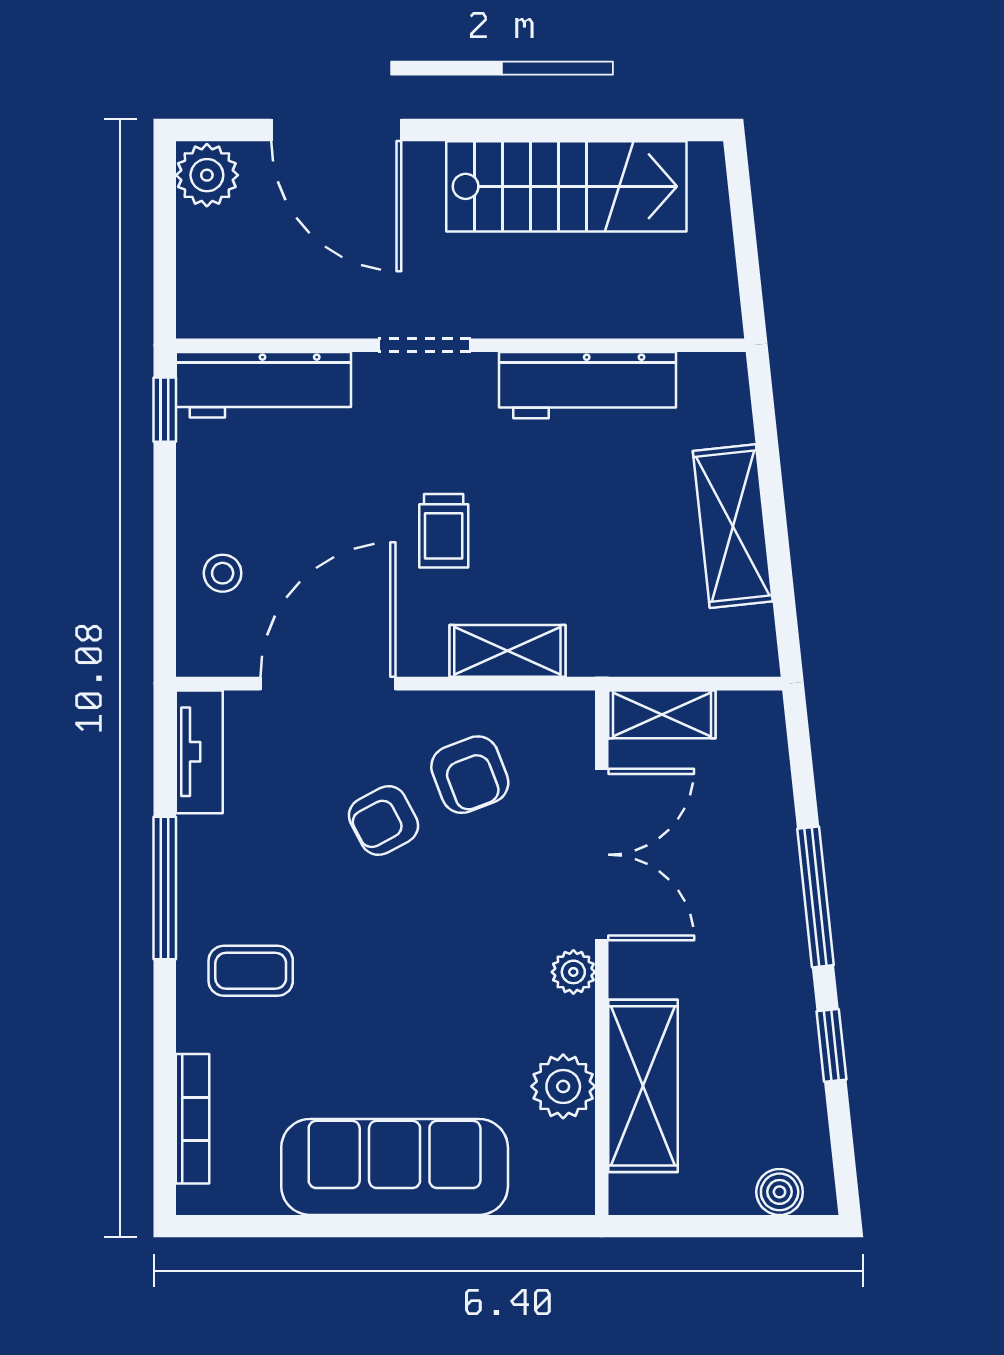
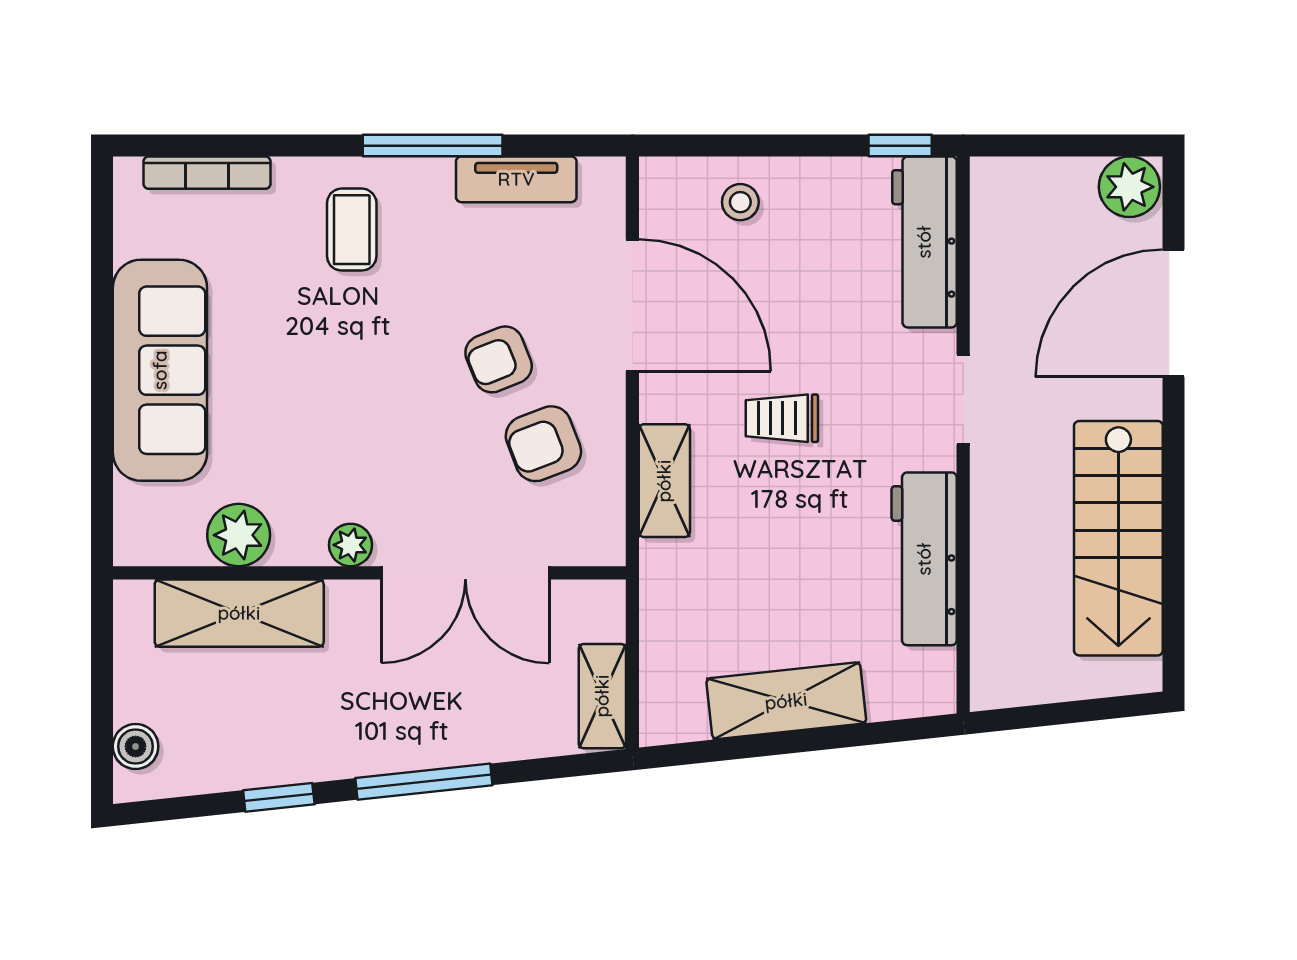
shelving: (662, 714) -> (602, 696), moved
tv unit: (199, 752) -> (516, 179), moved
armchair: (383, 821) -> (499, 359), turned -84

